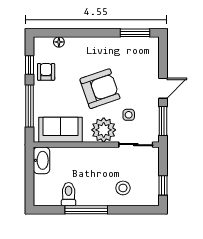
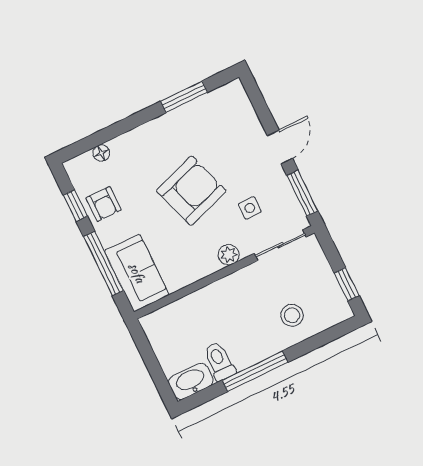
window: (135, 33) -> (184, 97), moved
armchair: (46, 72) -> (104, 204), turned 180
sofa: (60, 130) -> (137, 273), moved, turned 90
plant: (104, 130) -> (229, 255), width x0.53, depth x0.53
washbasin: (41, 160) -> (191, 381), moved, turned -90

